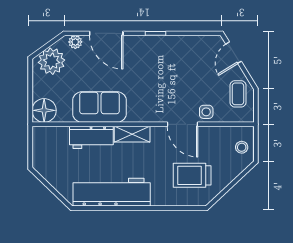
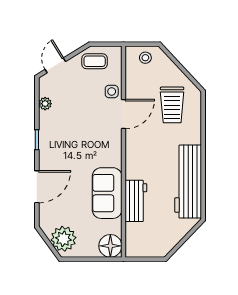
plant: (75, 42) -> (45, 104), moved
door: (234, 53) -> (55, 65), swing flipped
shelving: (132, 134) -> (133, 162), removed

